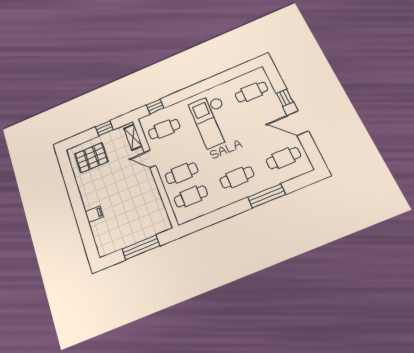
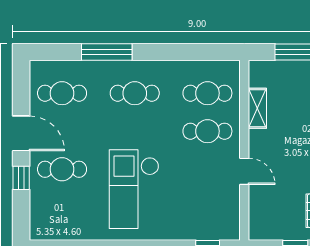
cafe table: (252, 92) -> (62, 169), moved
checkout: (212, 121) -> (134, 189), turned 180
cafe table: (164, 129) -> (207, 207), removed
shelving: (133, 137) -> (257, 108), moved

